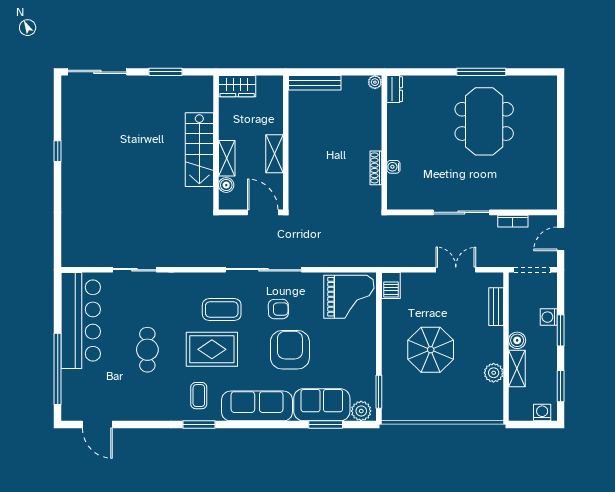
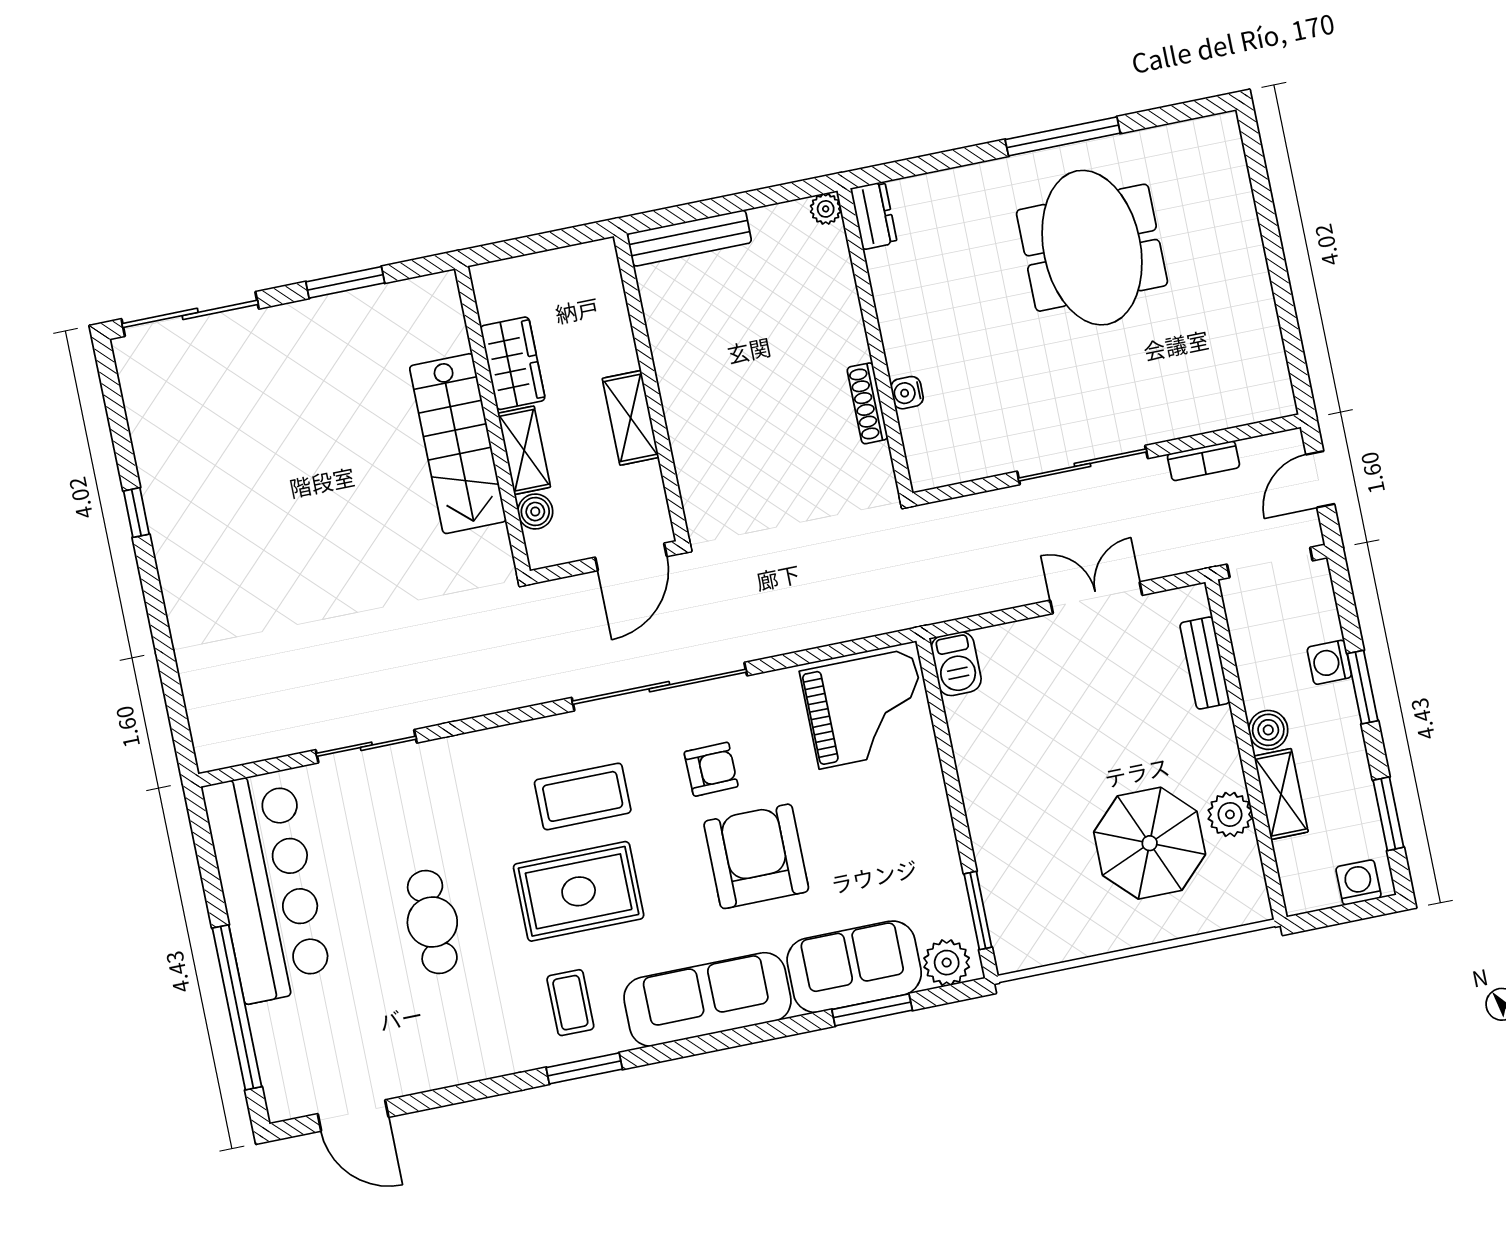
wardrobe: (237, 86) -> (513, 363), moved, turned -90
door: (263, 212) -> (631, 557), swing flipped
parasol: (431, 350) -> (1150, 843), moved

